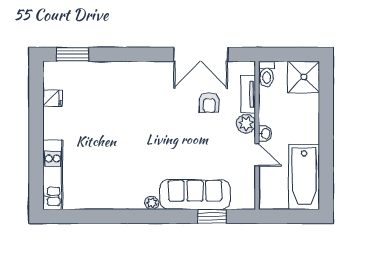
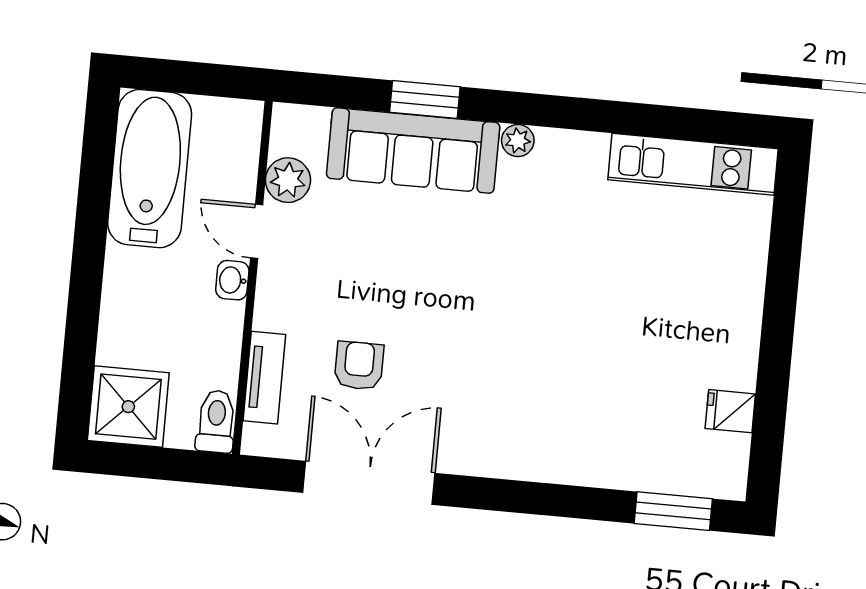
plant: (246, 124) -> (288, 180), moved
kitchen unit: (53, 175) -> (693, 164), moved, turned -90
window: (212, 216) -> (425, 100), moved

